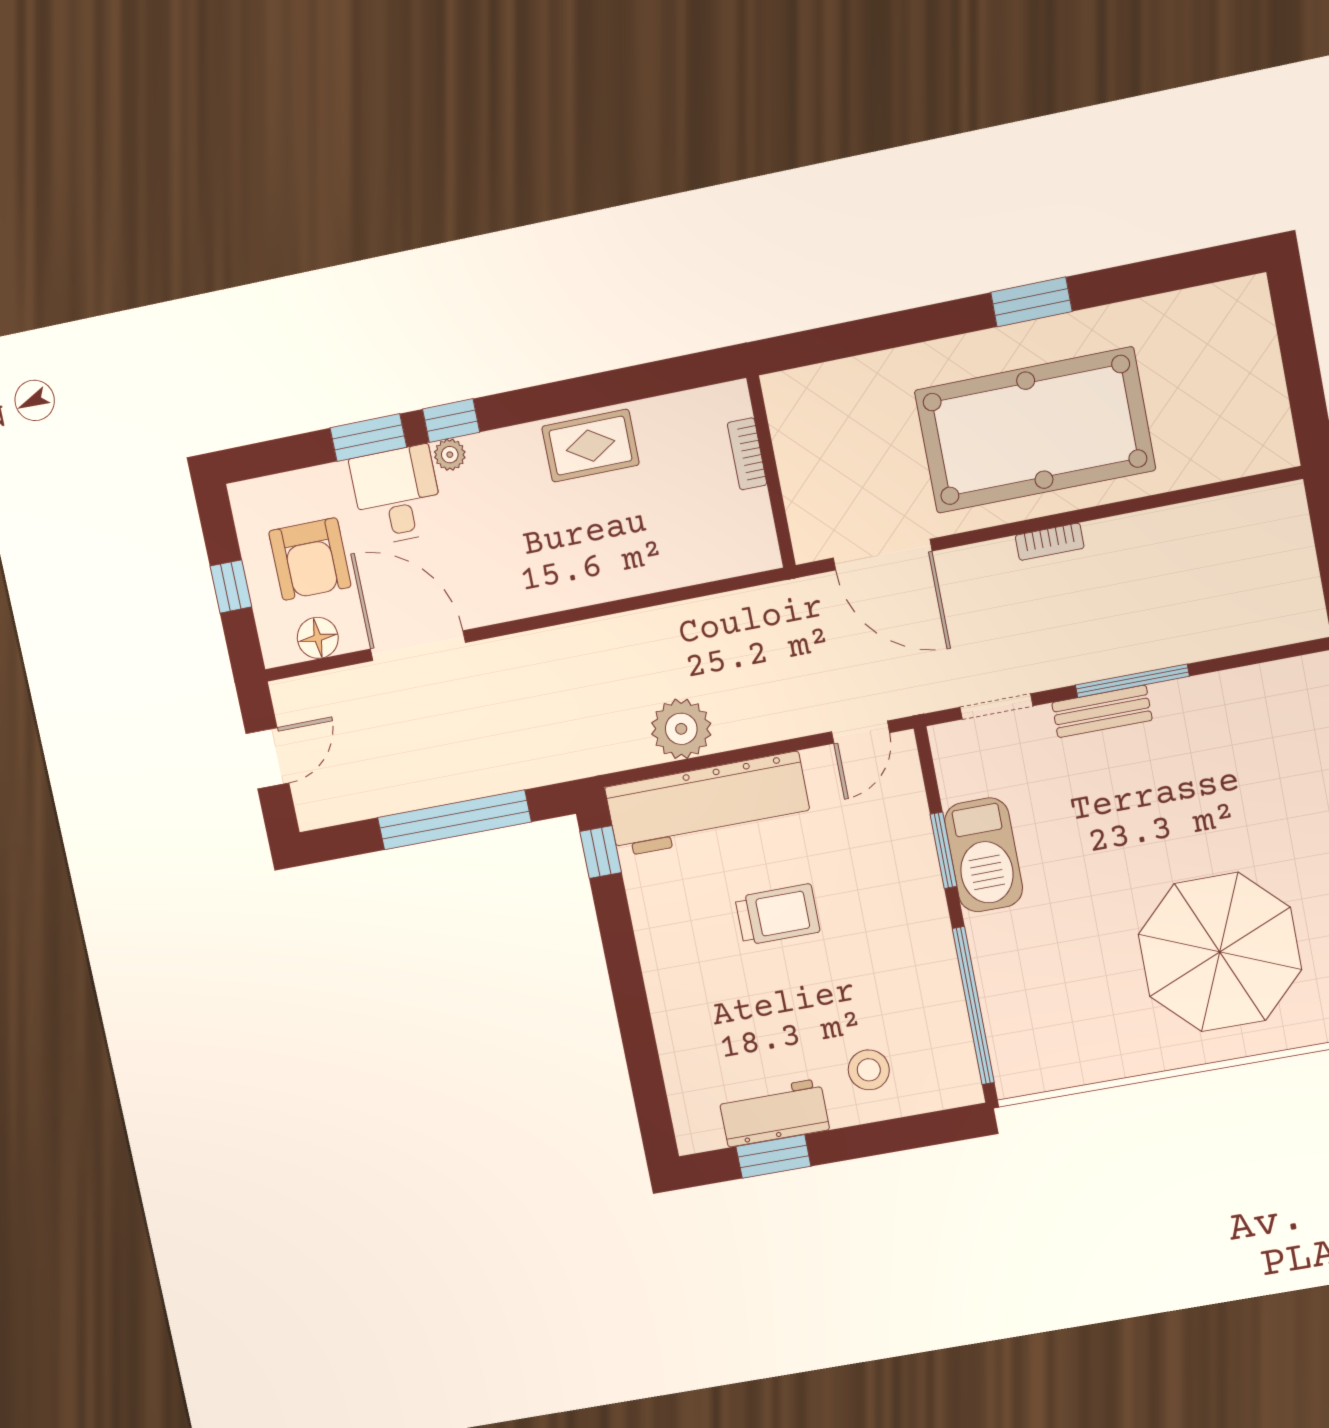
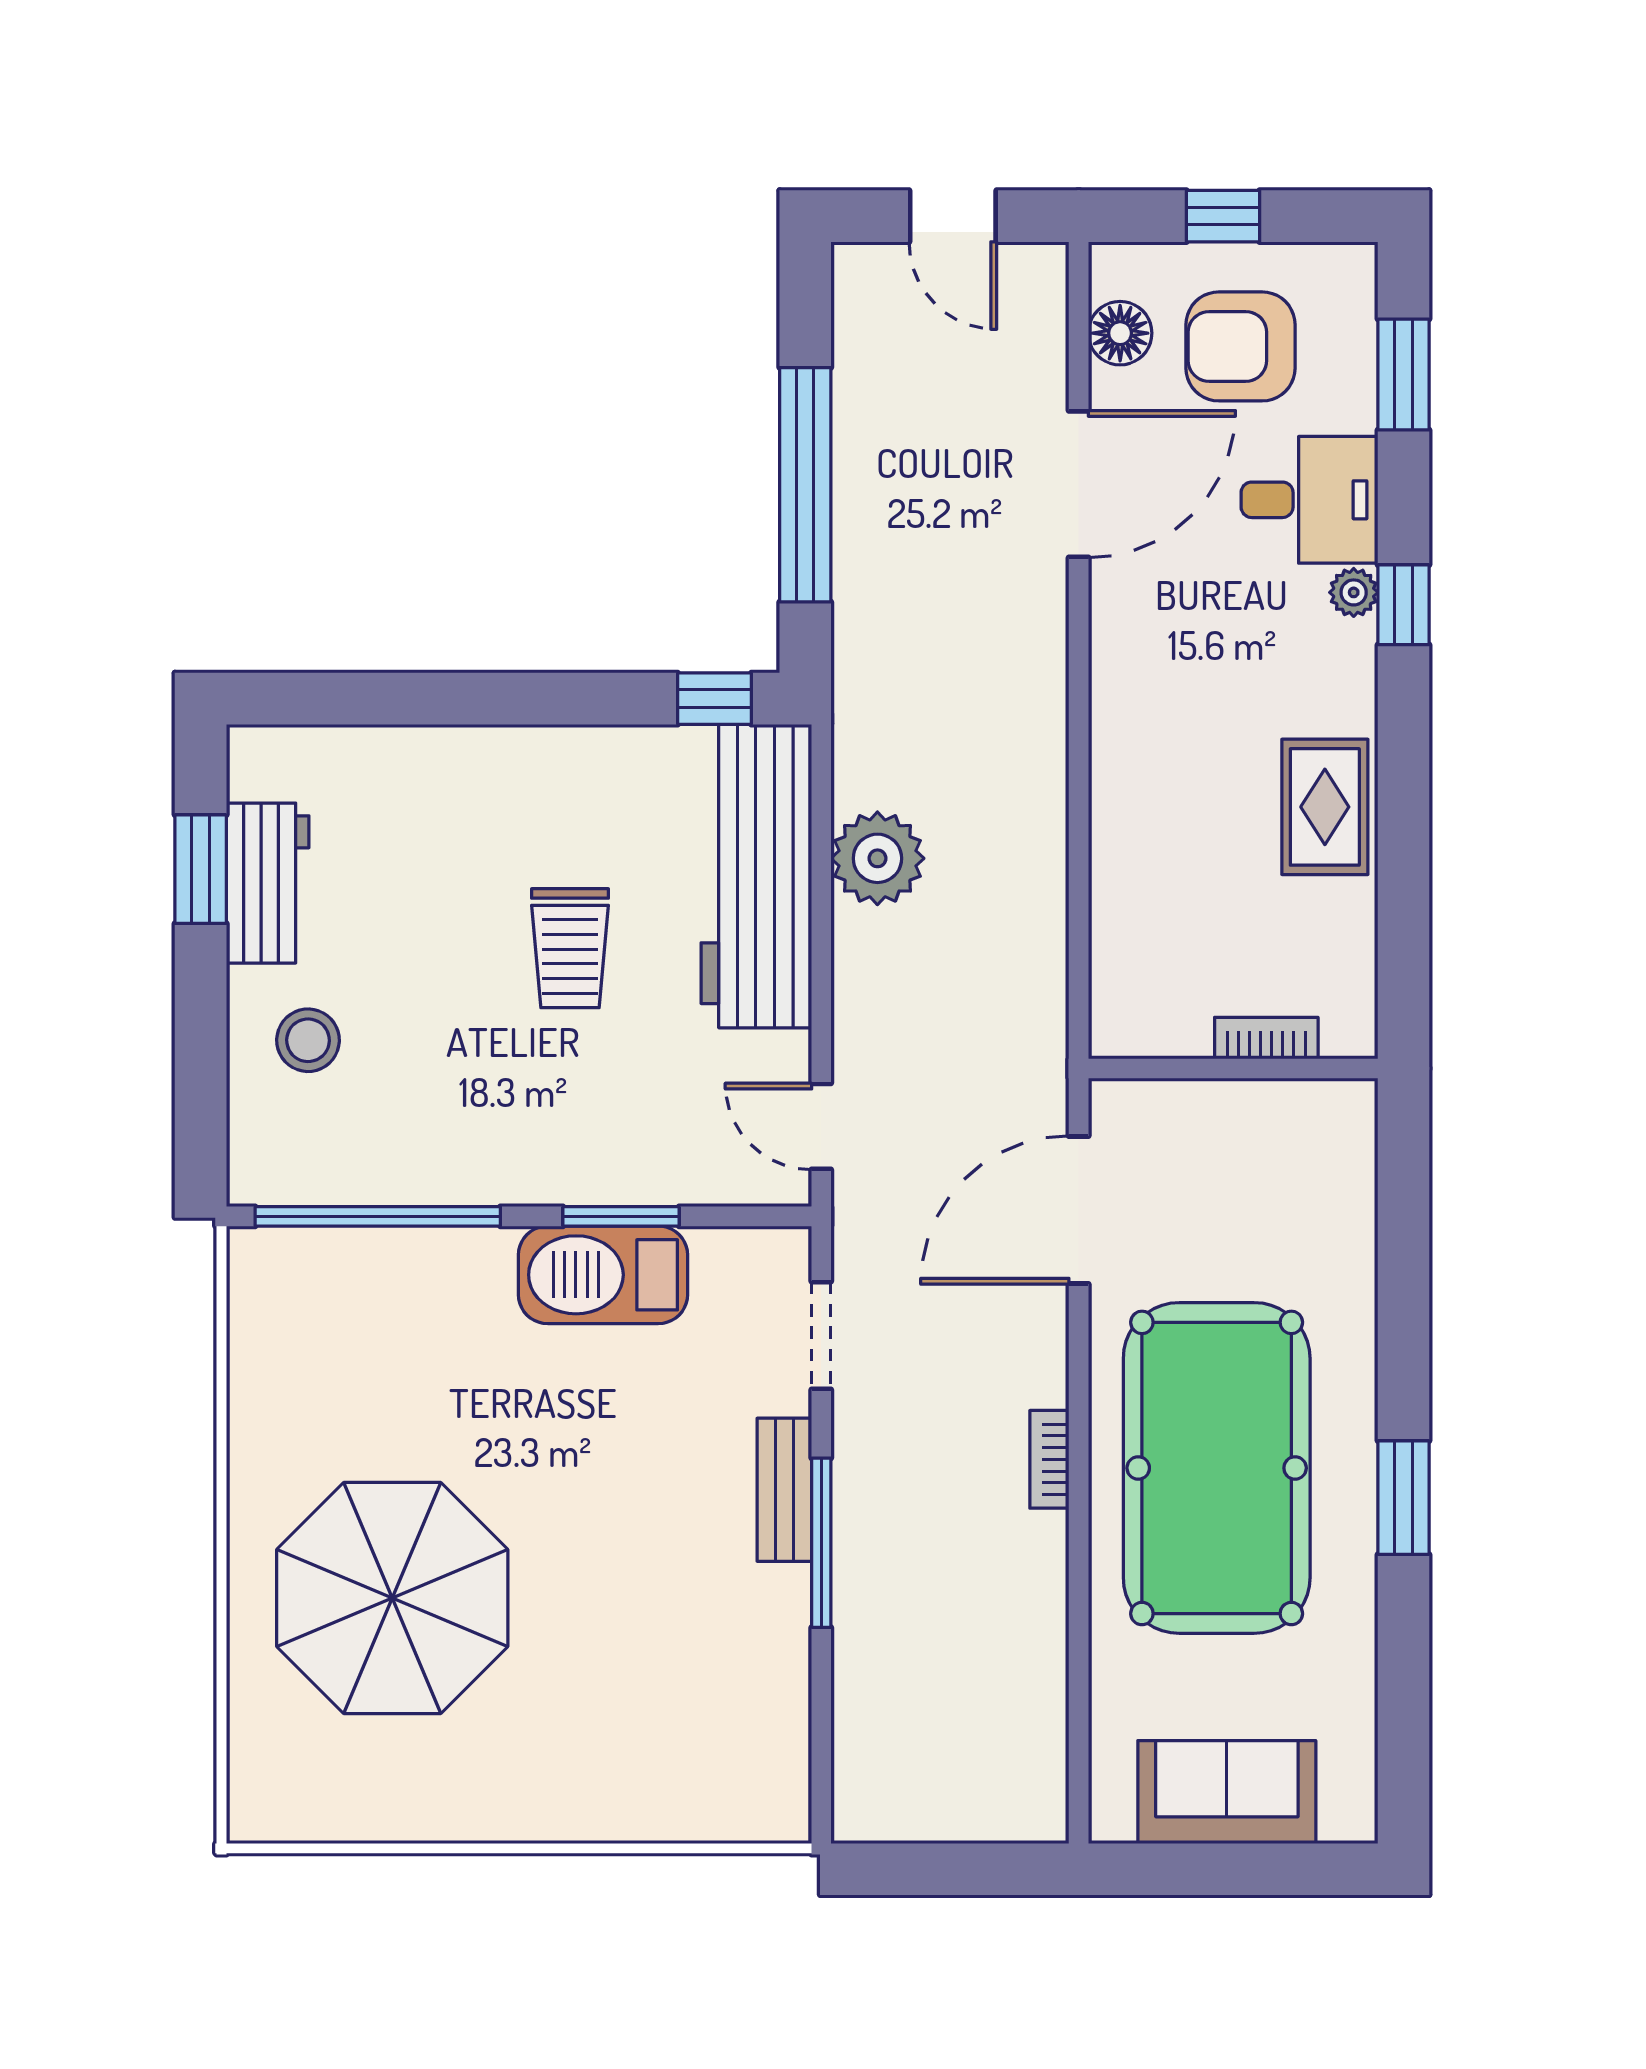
sofa: (1250, 380) -> (1227, 1792), added
window: (368, 438) -> (1403, 375), moved

